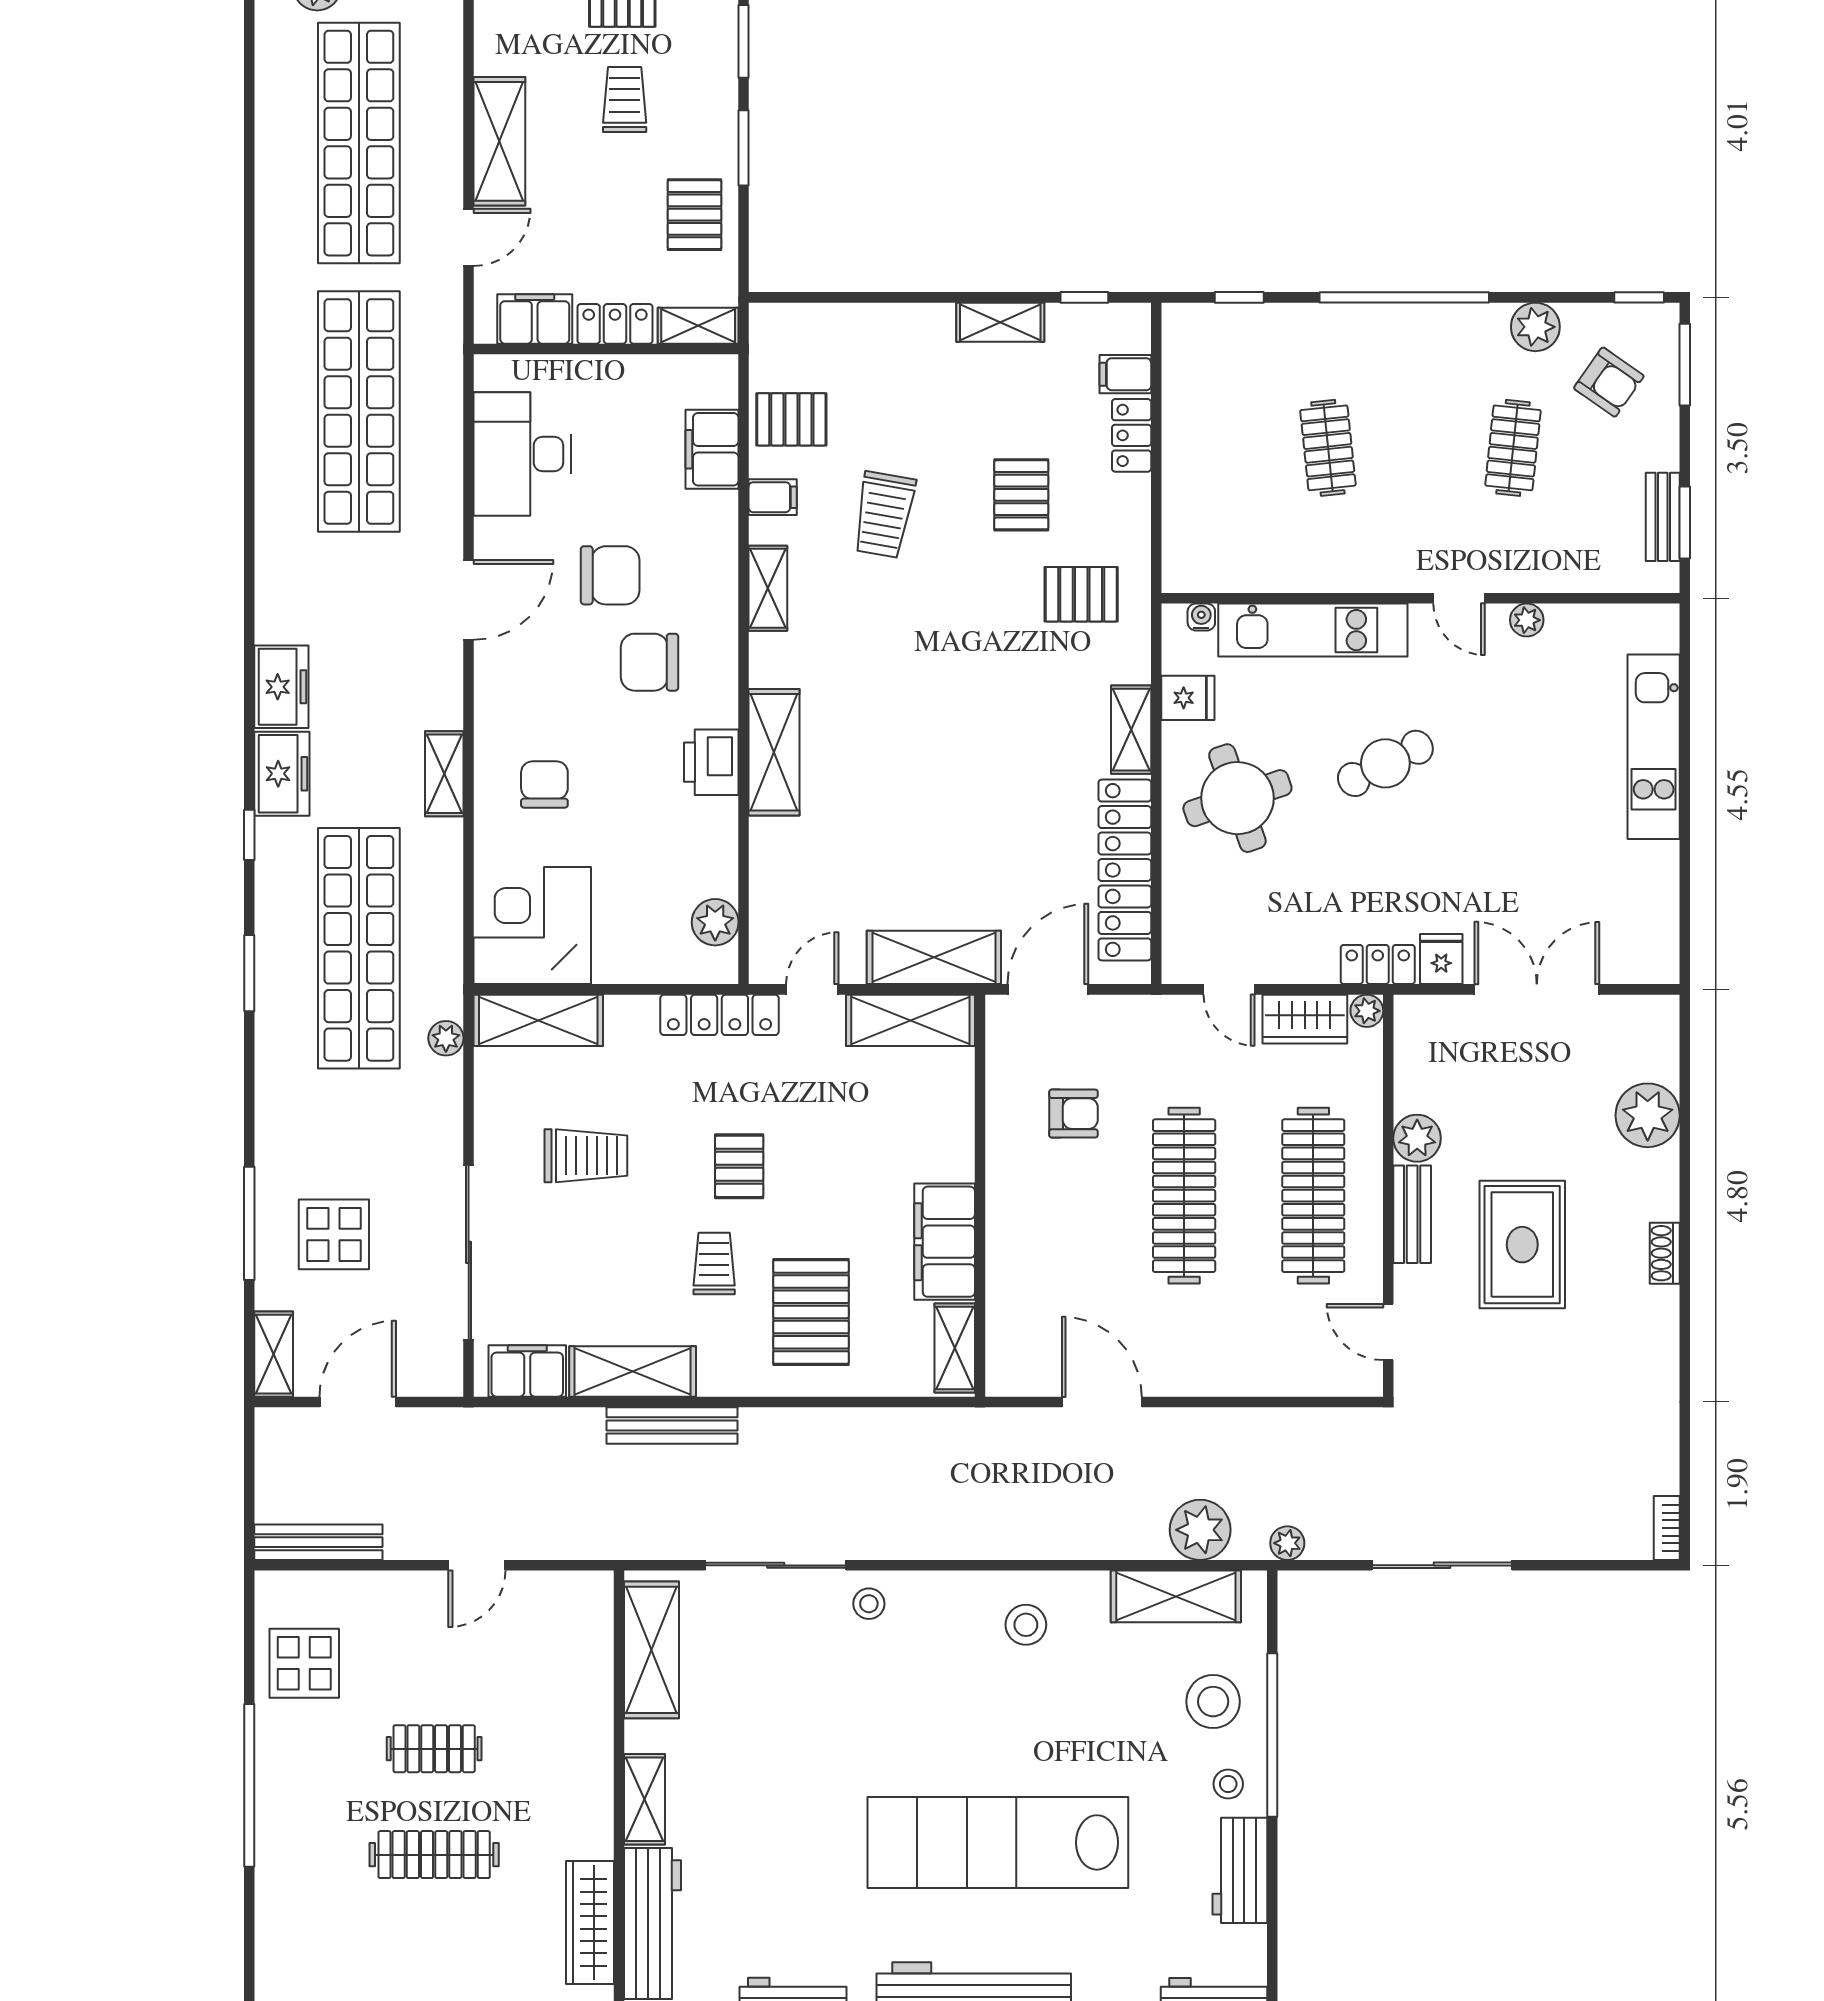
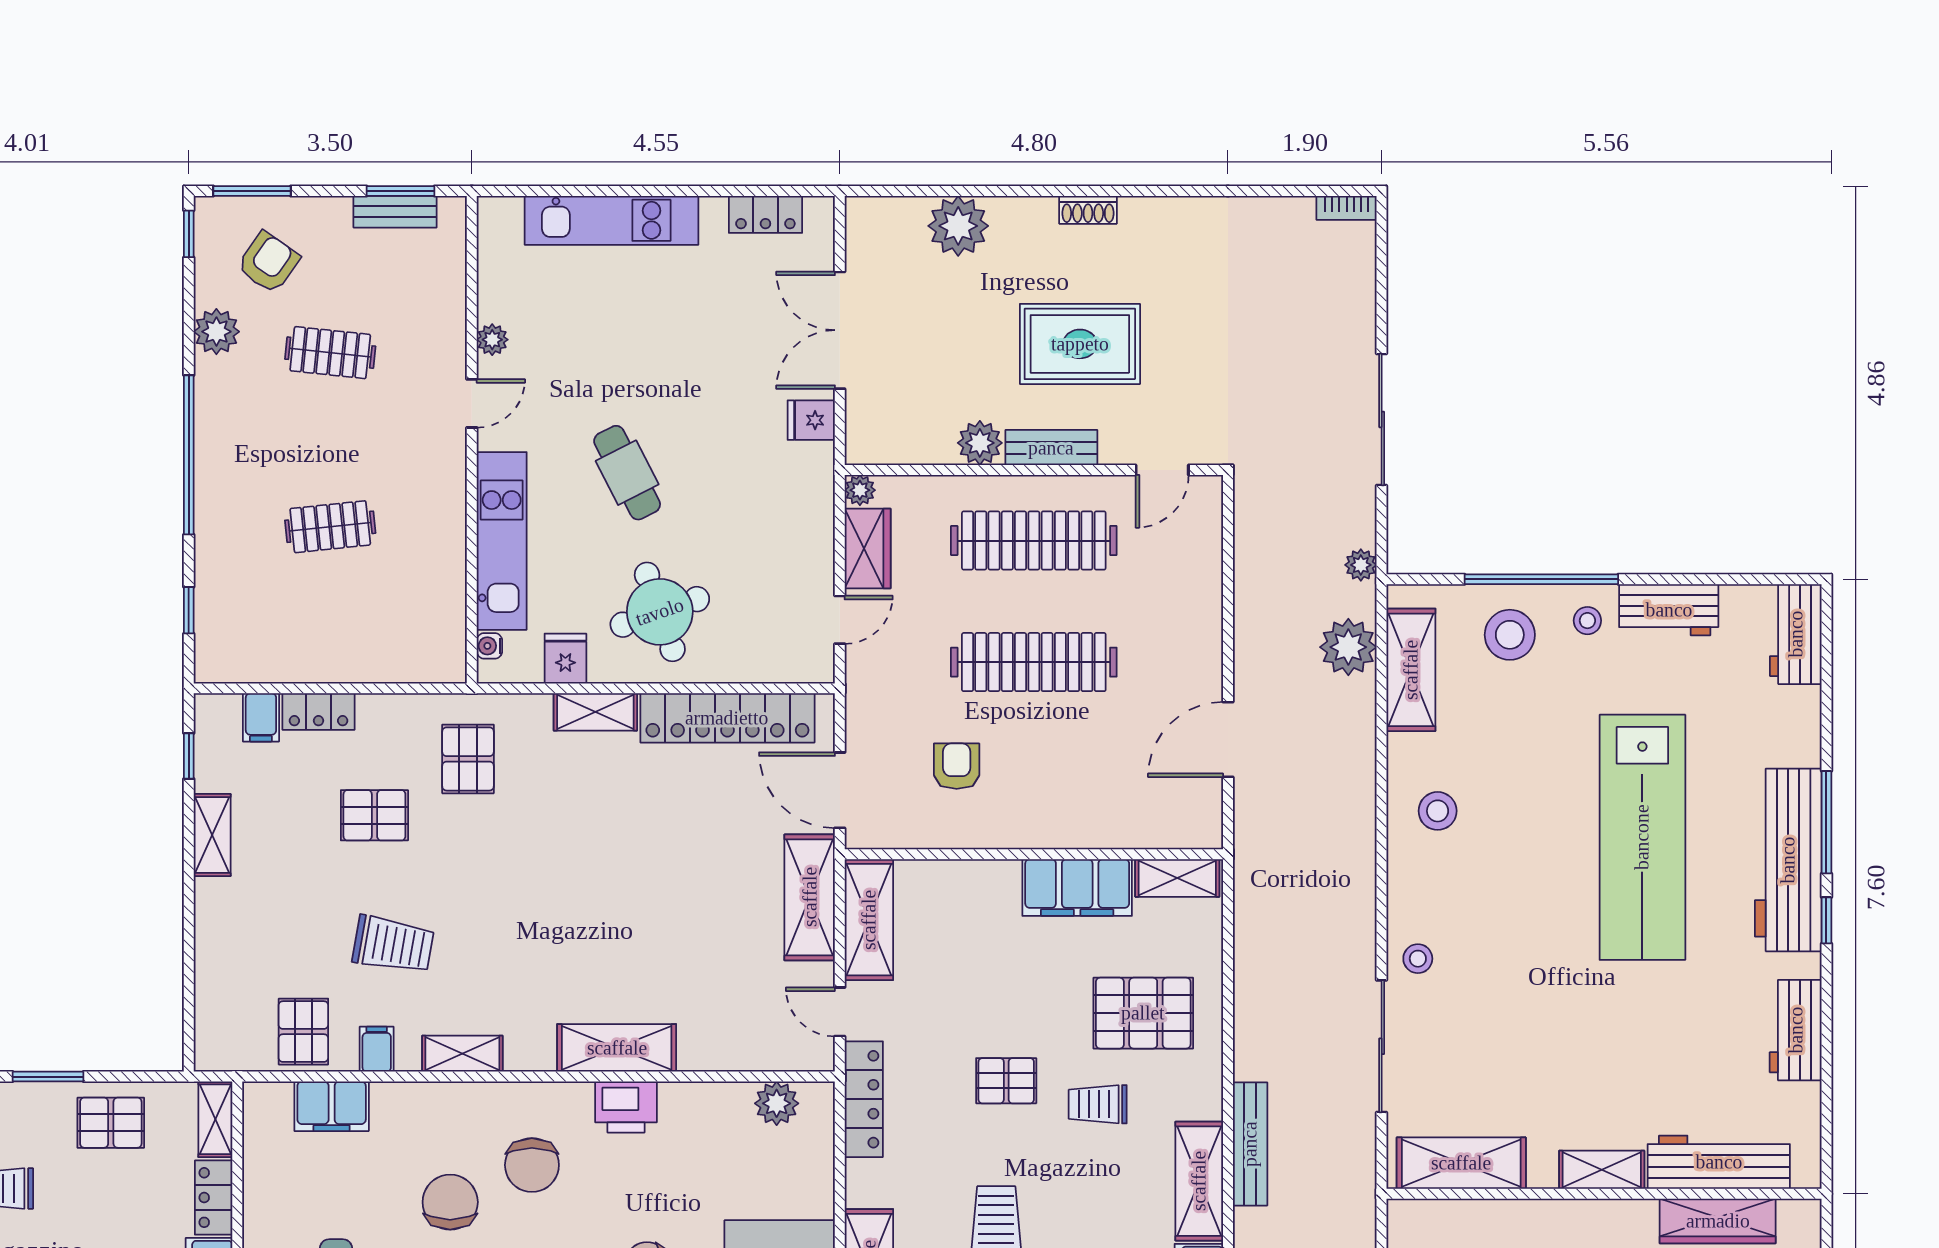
locker: (1378, 964) -> (765, 214), moved, turned -90

